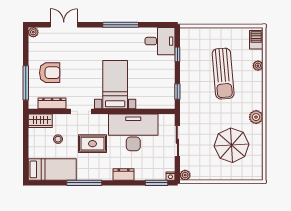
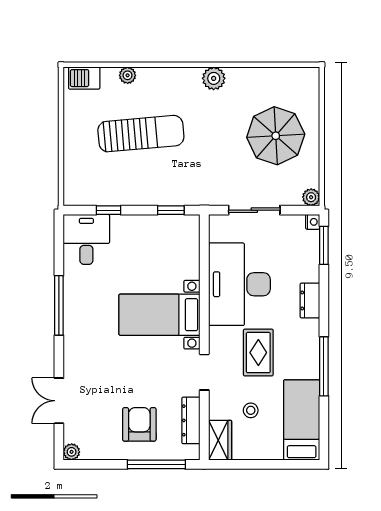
parasol: (232, 145) -> (276, 136), moved

